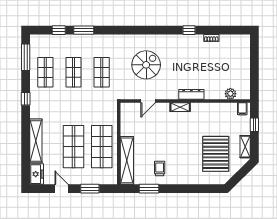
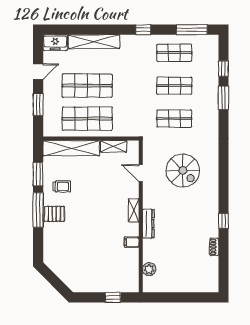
filing cabinet: (242, 109) -> (132, 242), moved
shelving: (245, 147) -> (113, 146), moved
pallet: (216, 154) -> (54, 214), moved, width x0.49, depth x0.50
window: (180, 189) -> (38, 210), added

